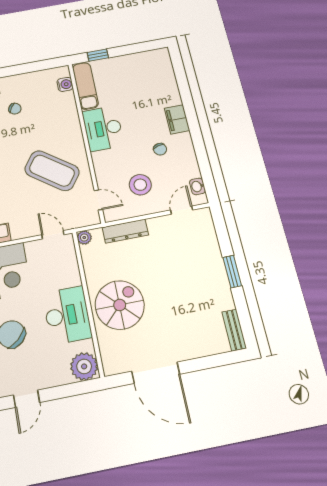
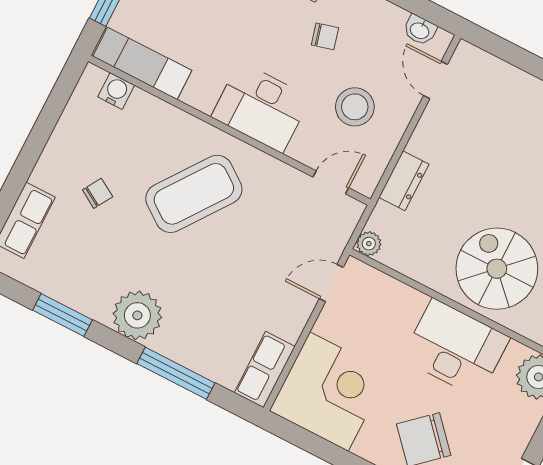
desk: (103, 128) -> (261, 107), moved
coffee table: (52, 171) -> (194, 194), moved
dresser: (125, 231) -> (404, 181), width x0.70

